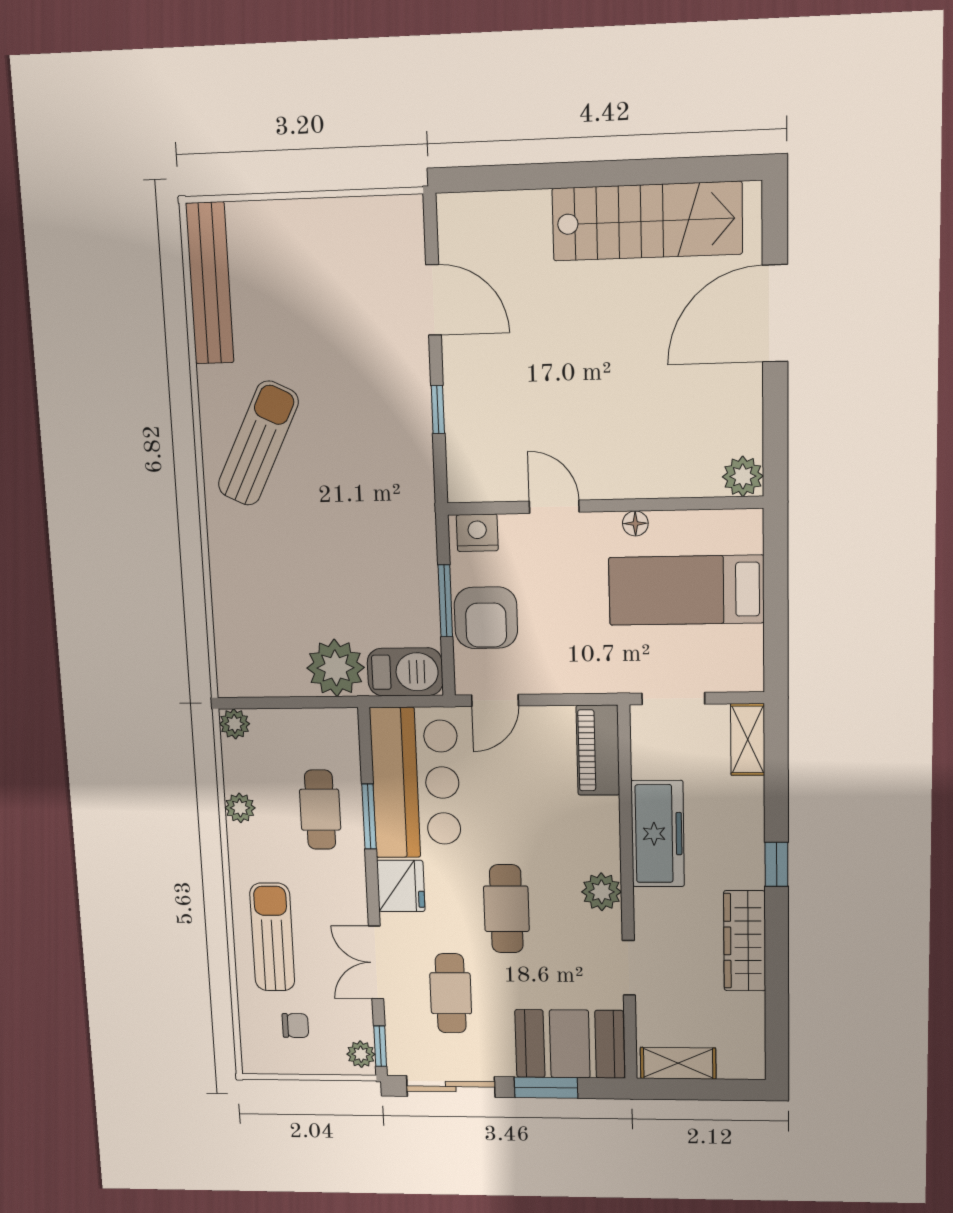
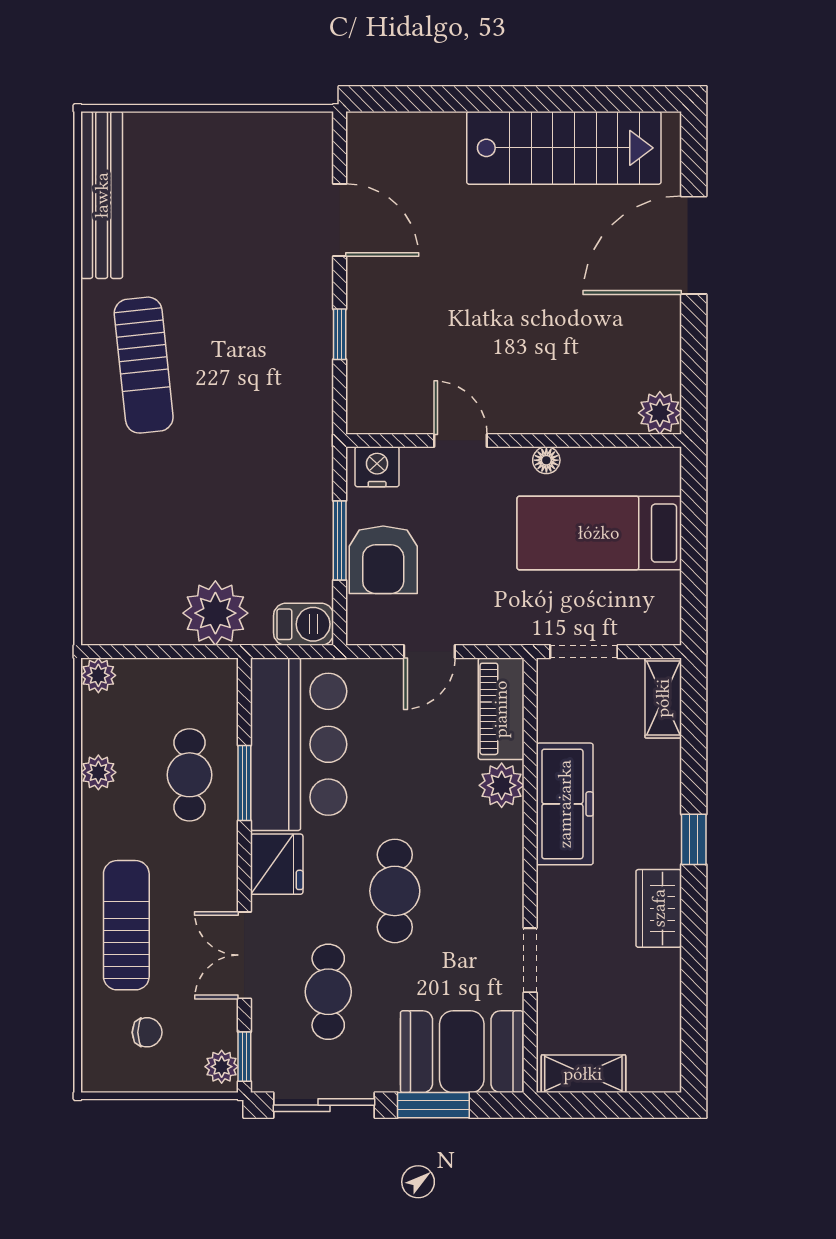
sun lounger: (258, 443) -> (144, 365), turned 148
barbecue: (405, 672) -> (304, 624), width x0.73, depth x0.79
door: (495, 700) -> (429, 652), moved
plant: (602, 892) -> (502, 785), moved
wardrobe: (745, 941) -> (659, 908), width x0.67

